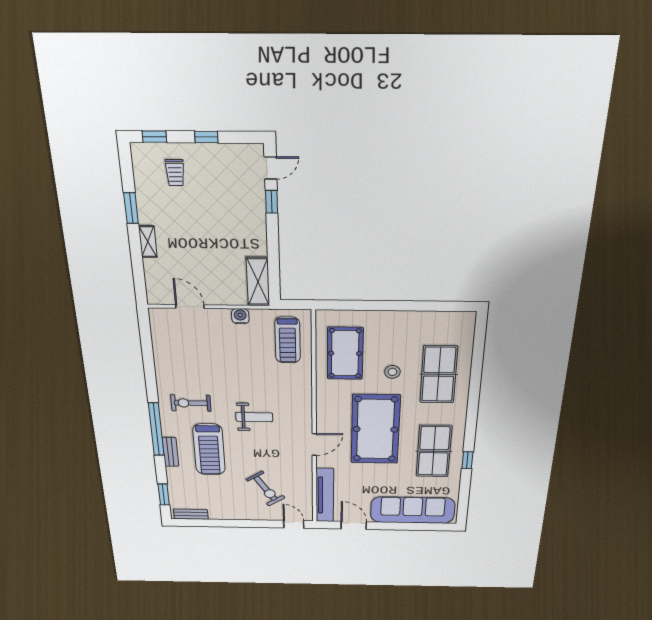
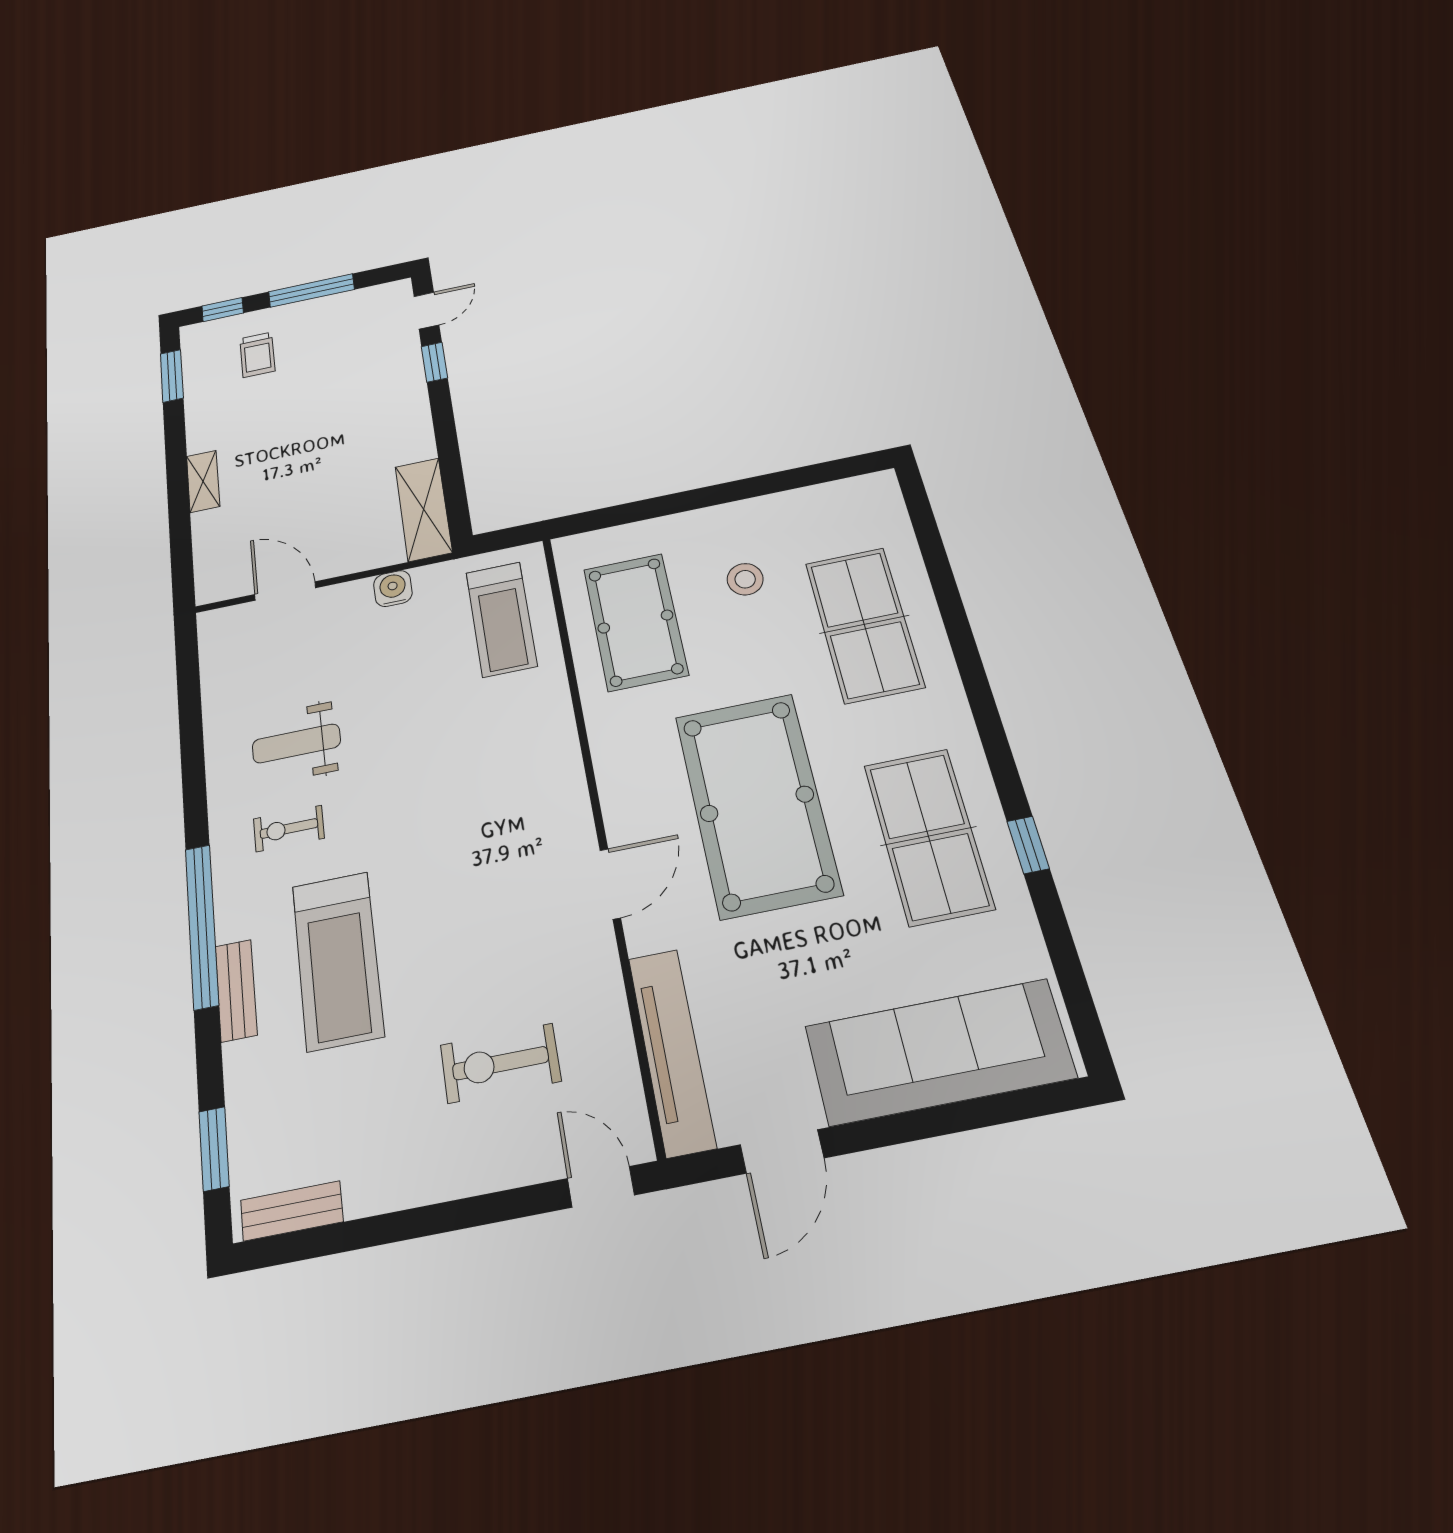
window: (206, 137) -> (312, 291), width x2.17
window: (131, 208) -> (172, 376), moved
stool: (392, 372) -> (745, 579), moved
exercise bike: (191, 403) -> (289, 829), width x0.73, depth x0.72
weight bench: (254, 417) -> (296, 743), moved, turned 180
exercise bike: (266, 489) -> (500, 1063), turned 123
door: (354, 525) -> (782, 1151), swing flipped

